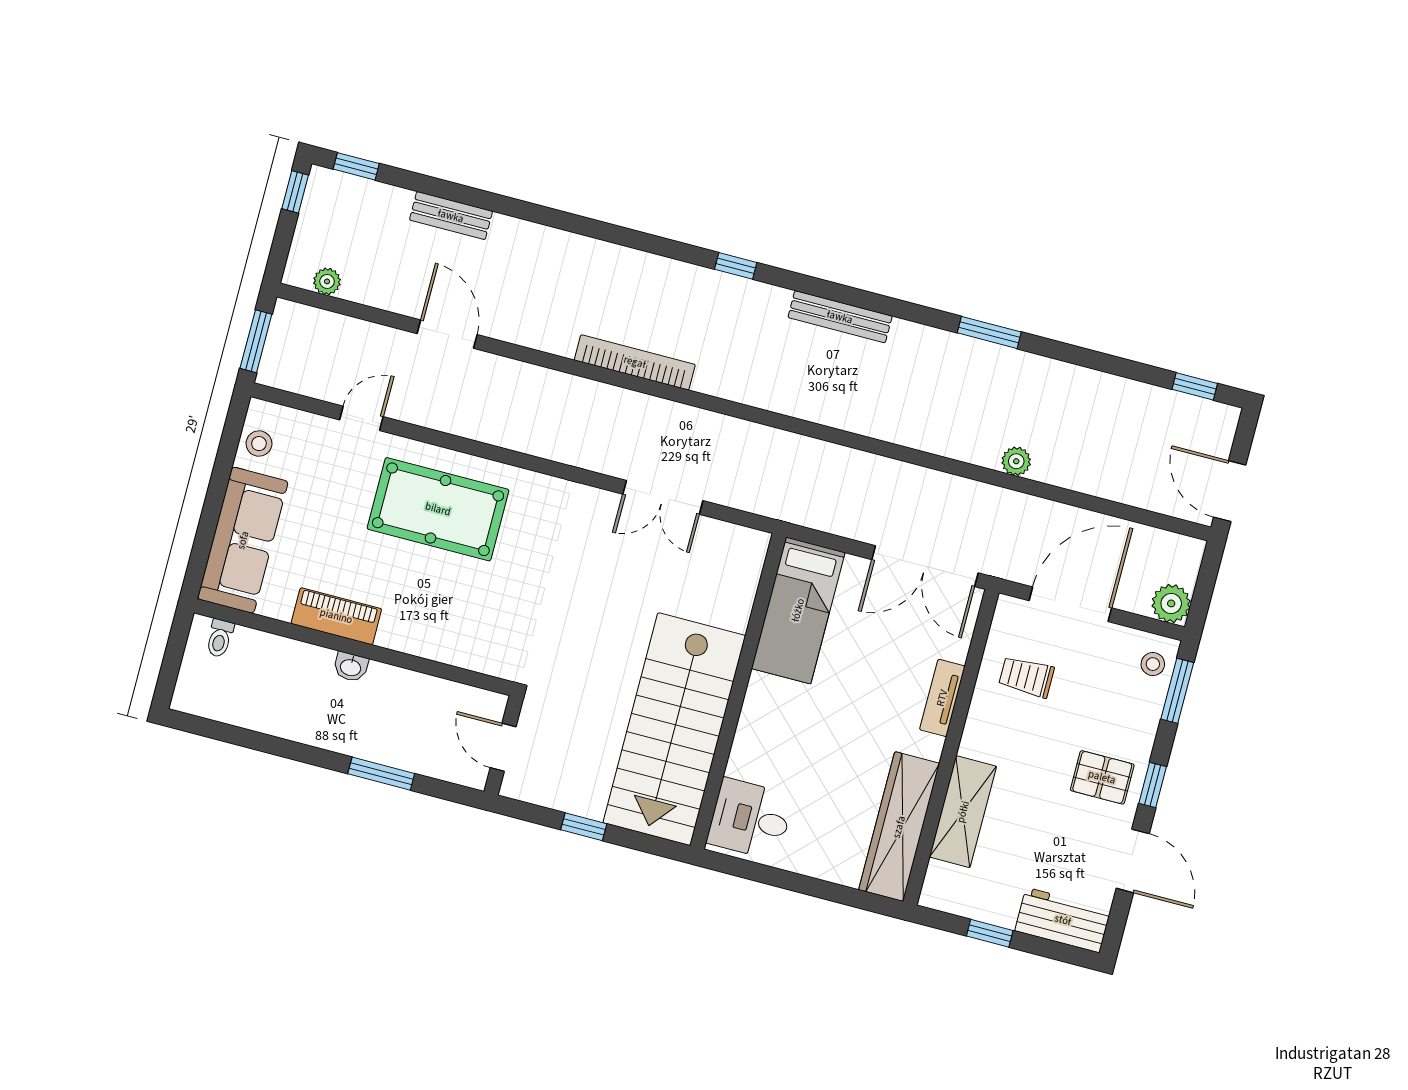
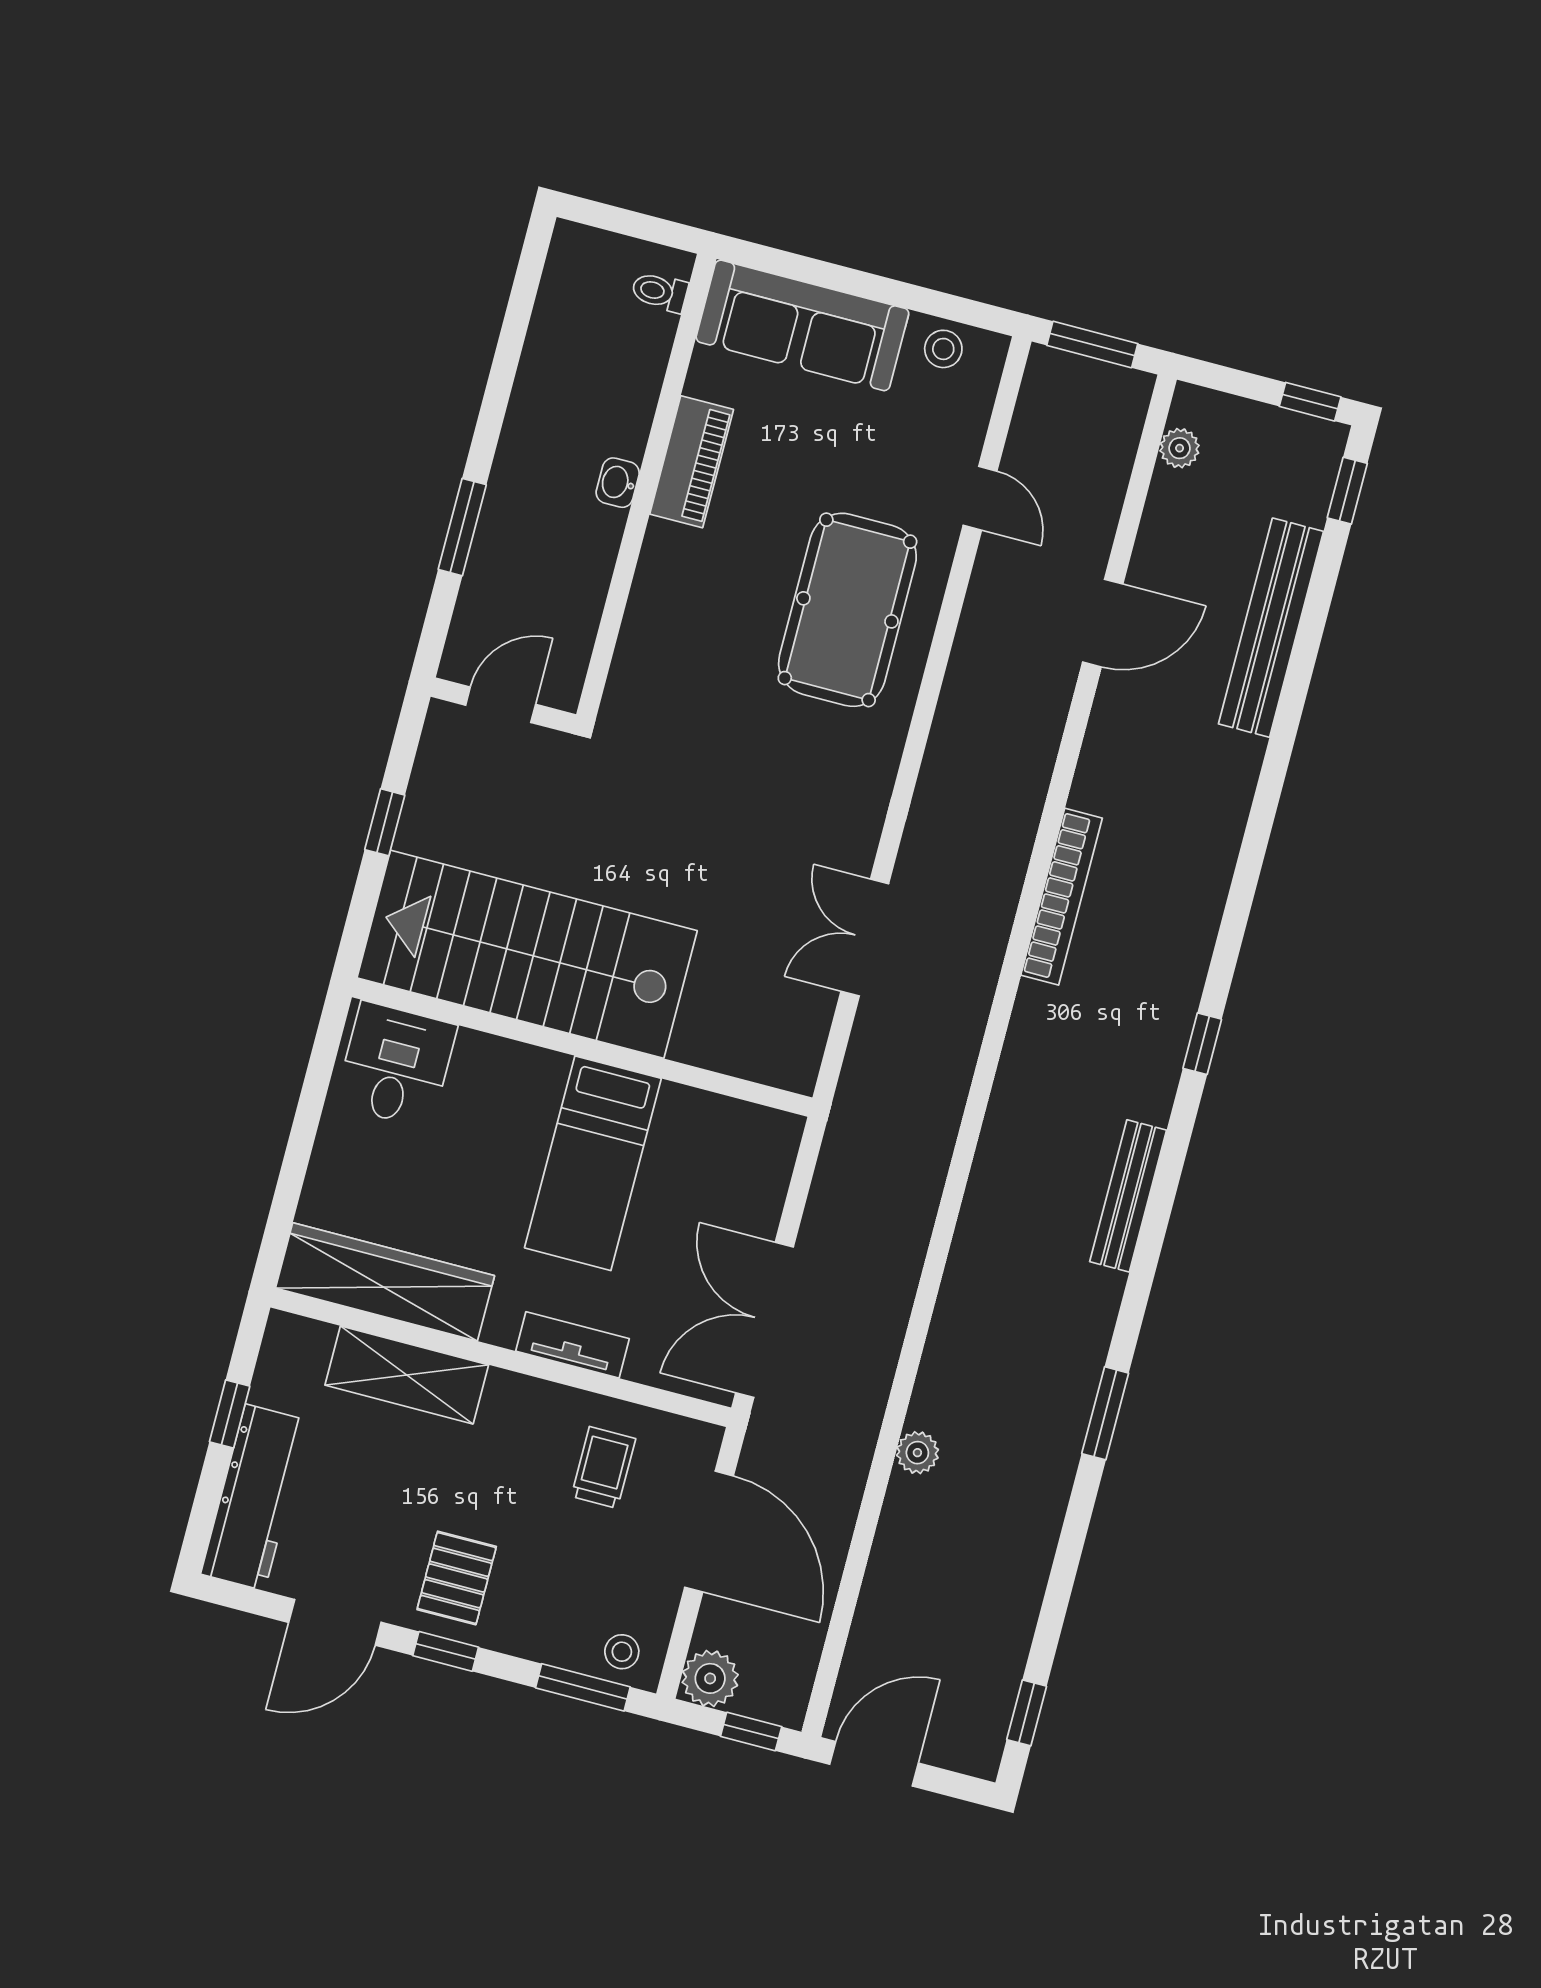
bench: (451, 216) -> (1271, 628), width x1.86, depth x1.21
window: (1208, 575) -> (751, 1731), added
bed: (798, 610) -> (593, 1163), moved, turned -90
workbench: (1063, 920) -> (255, 1497), width x1.37

